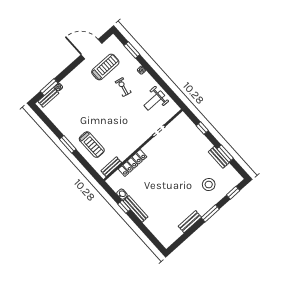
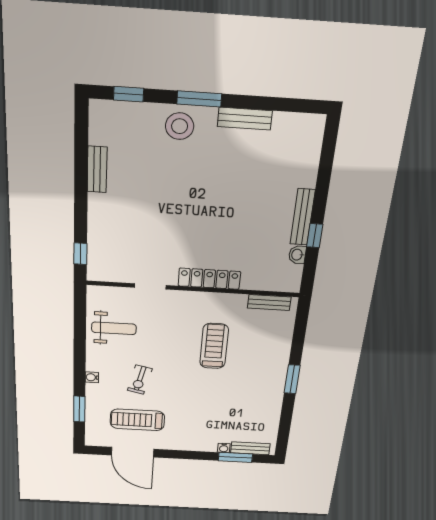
window: (202, 128) -> (80, 254), moved
treadmill: (92, 145) -> (214, 346), moved
window: (225, 154) -> (81, 165), removed
locker: (133, 163) -> (209, 279), moved
stool: (209, 185) -> (180, 126), moved

